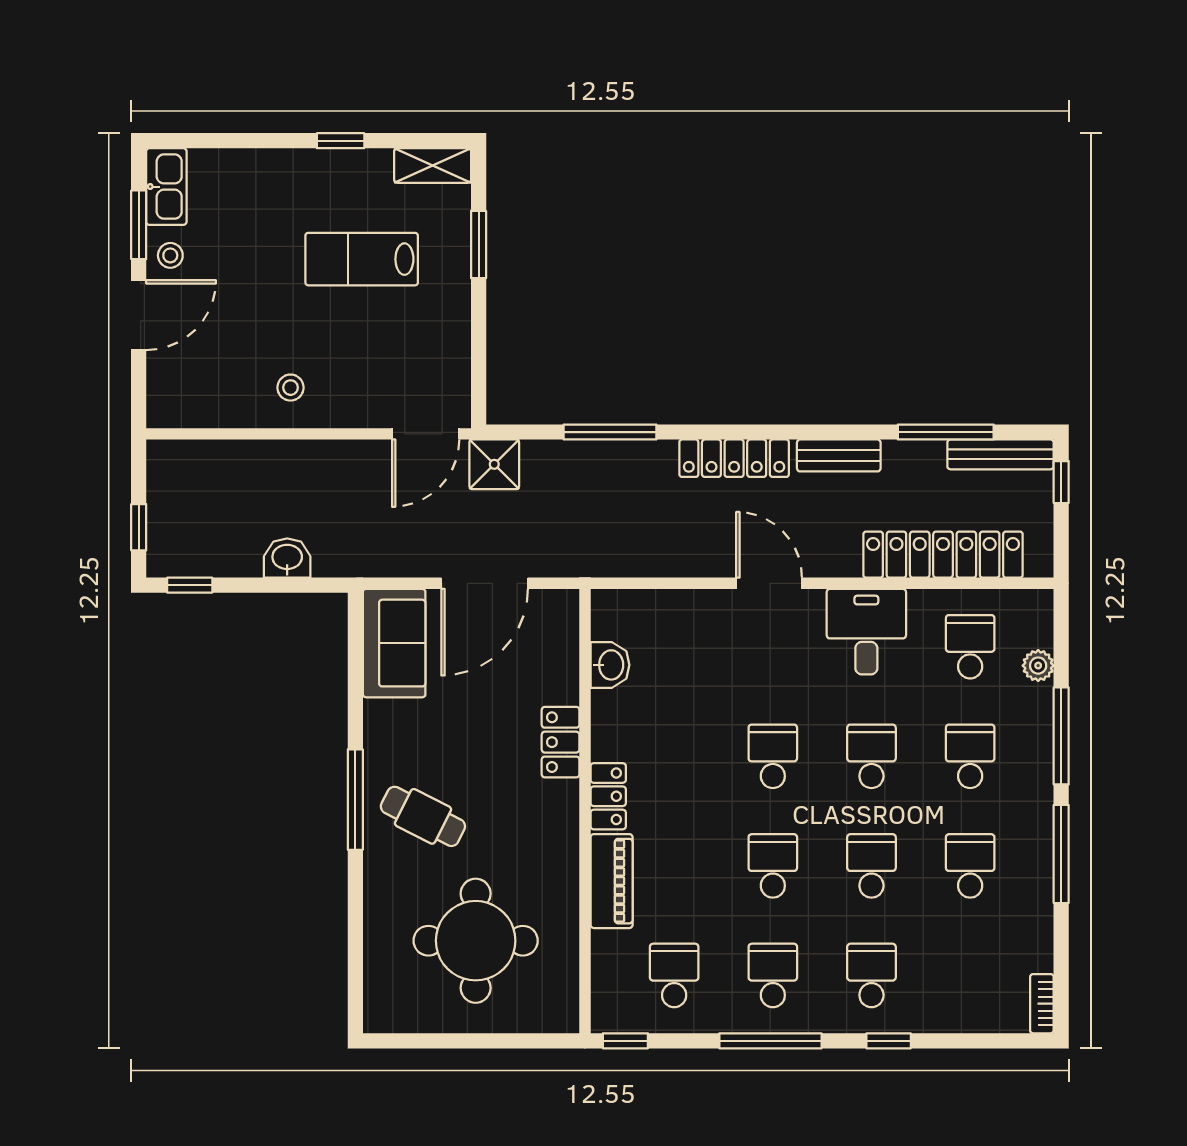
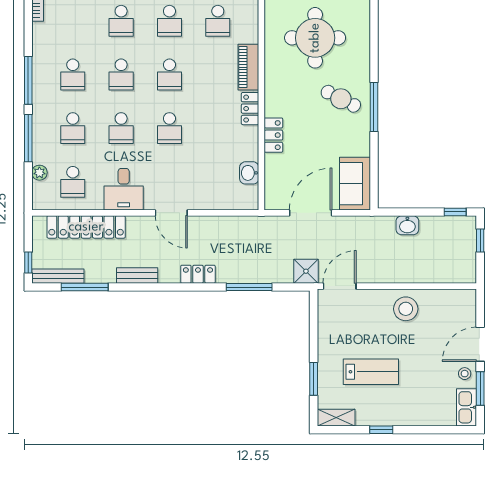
stool: (291, 388) -> (406, 309), width x1.89, depth x1.89
locker: (734, 458) -> (198, 274), width x0.66

